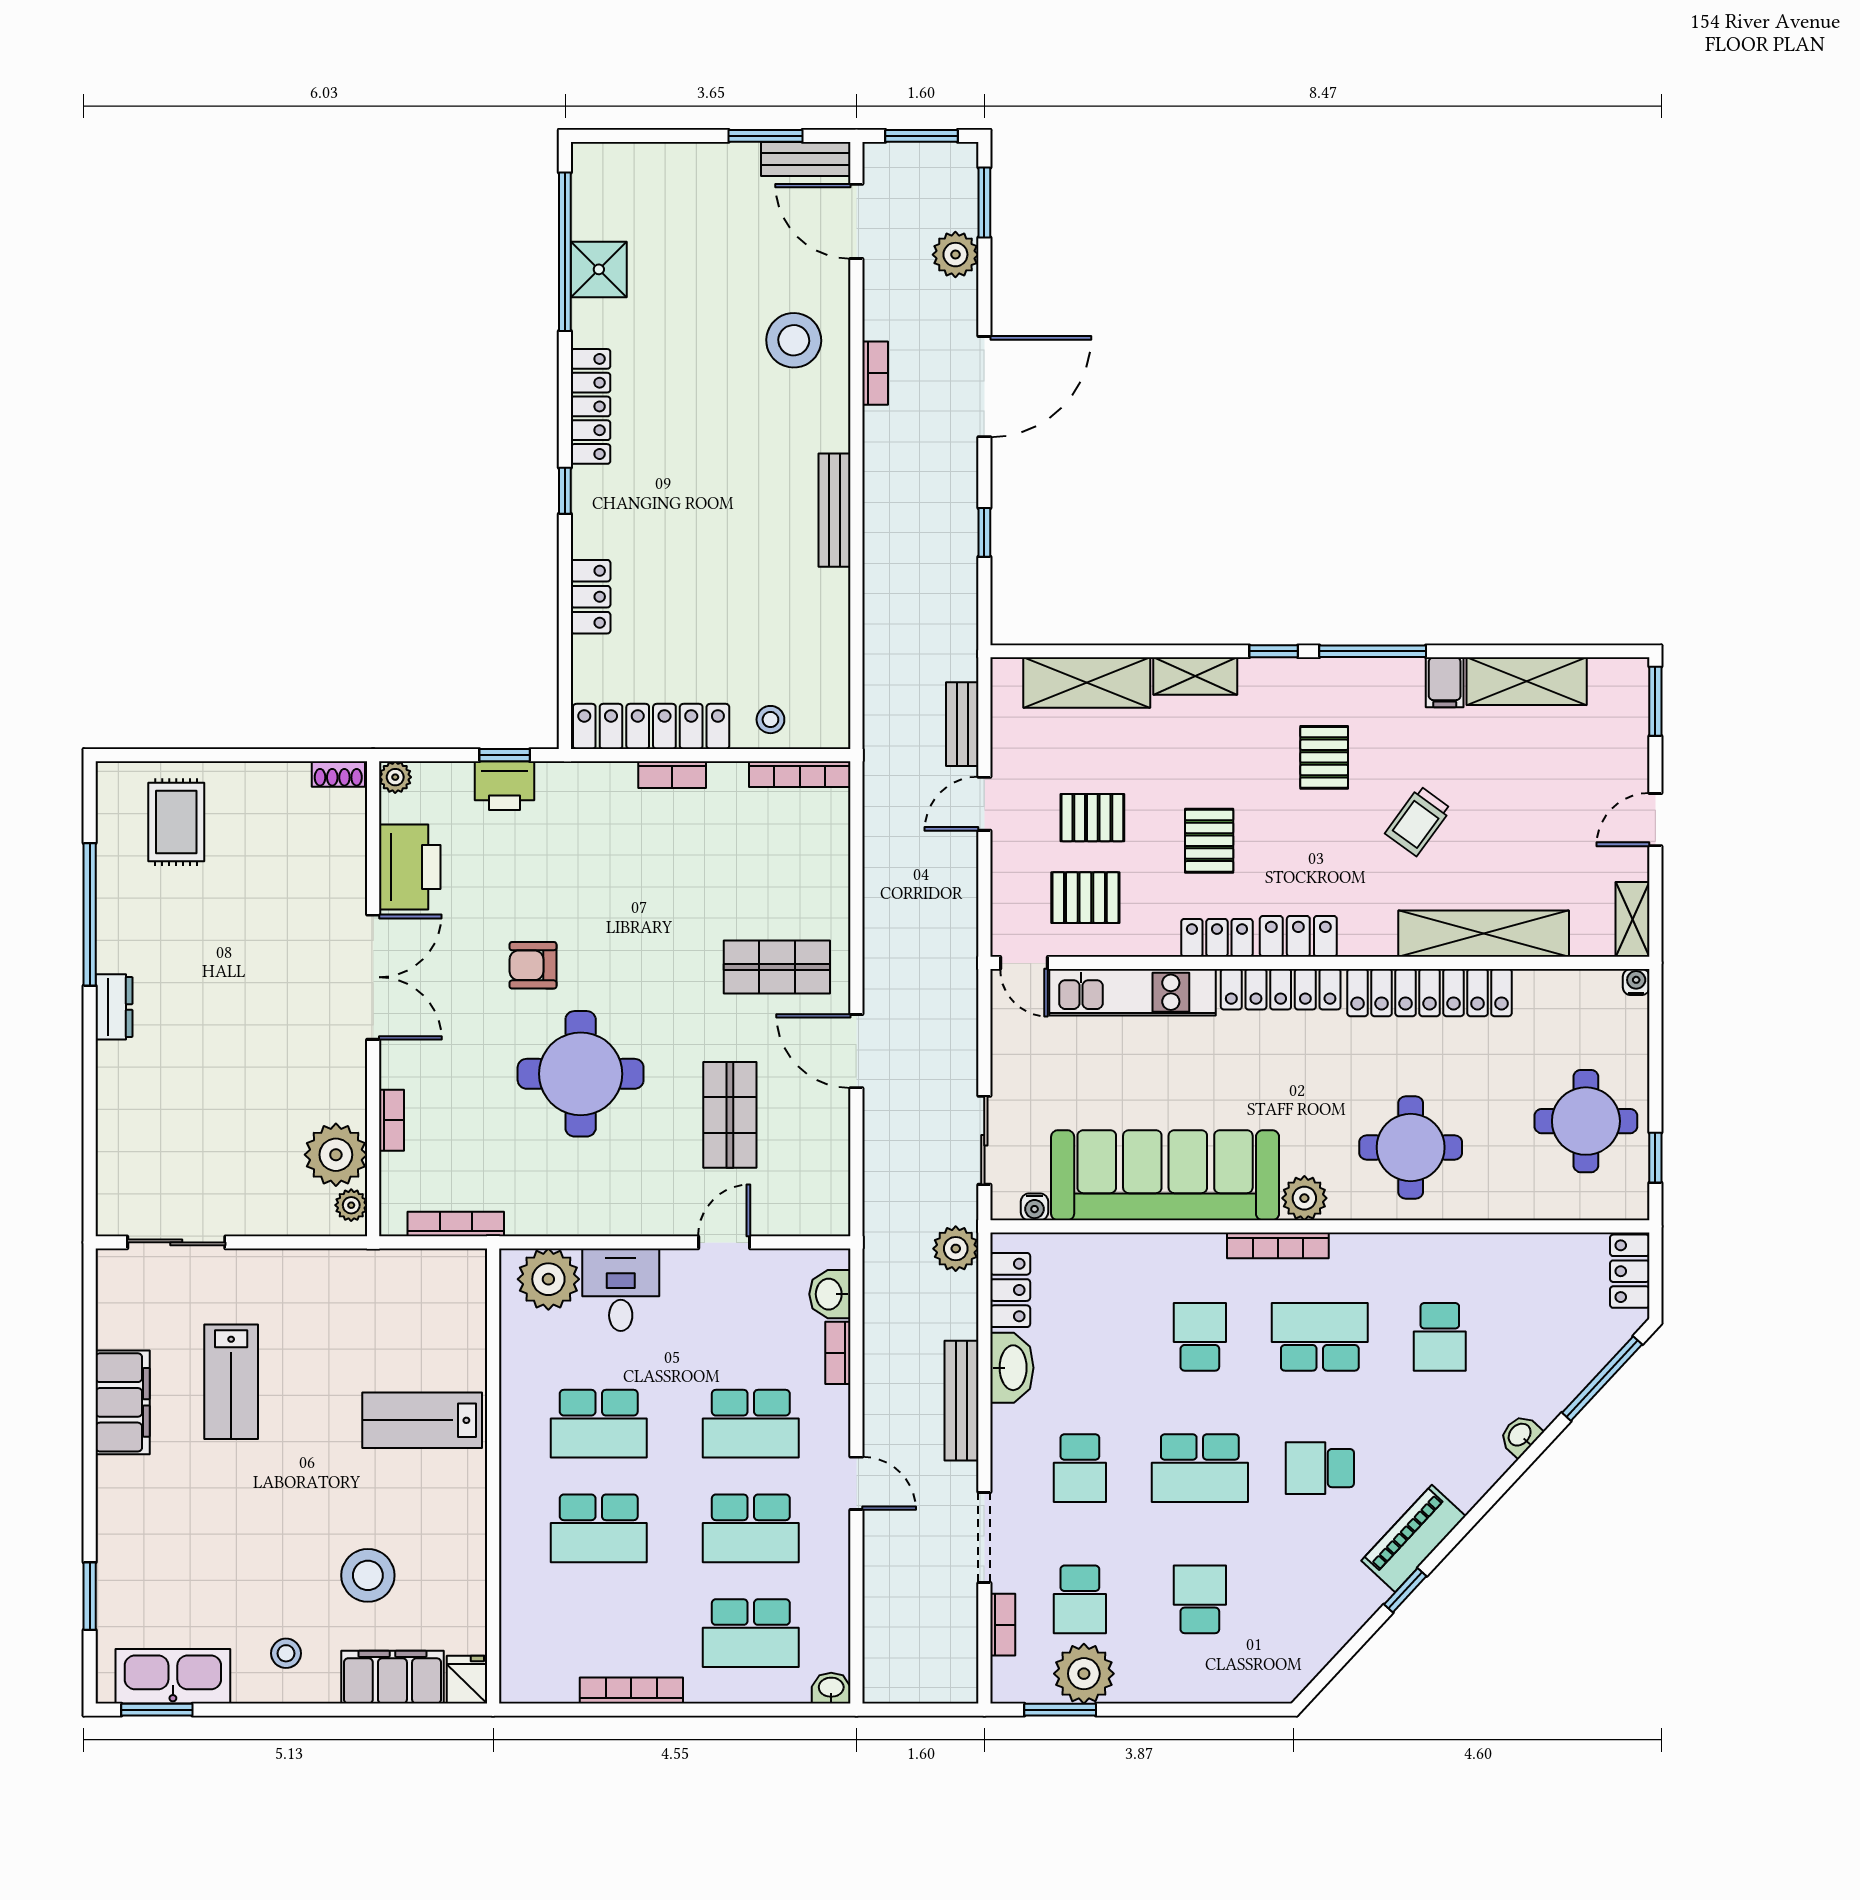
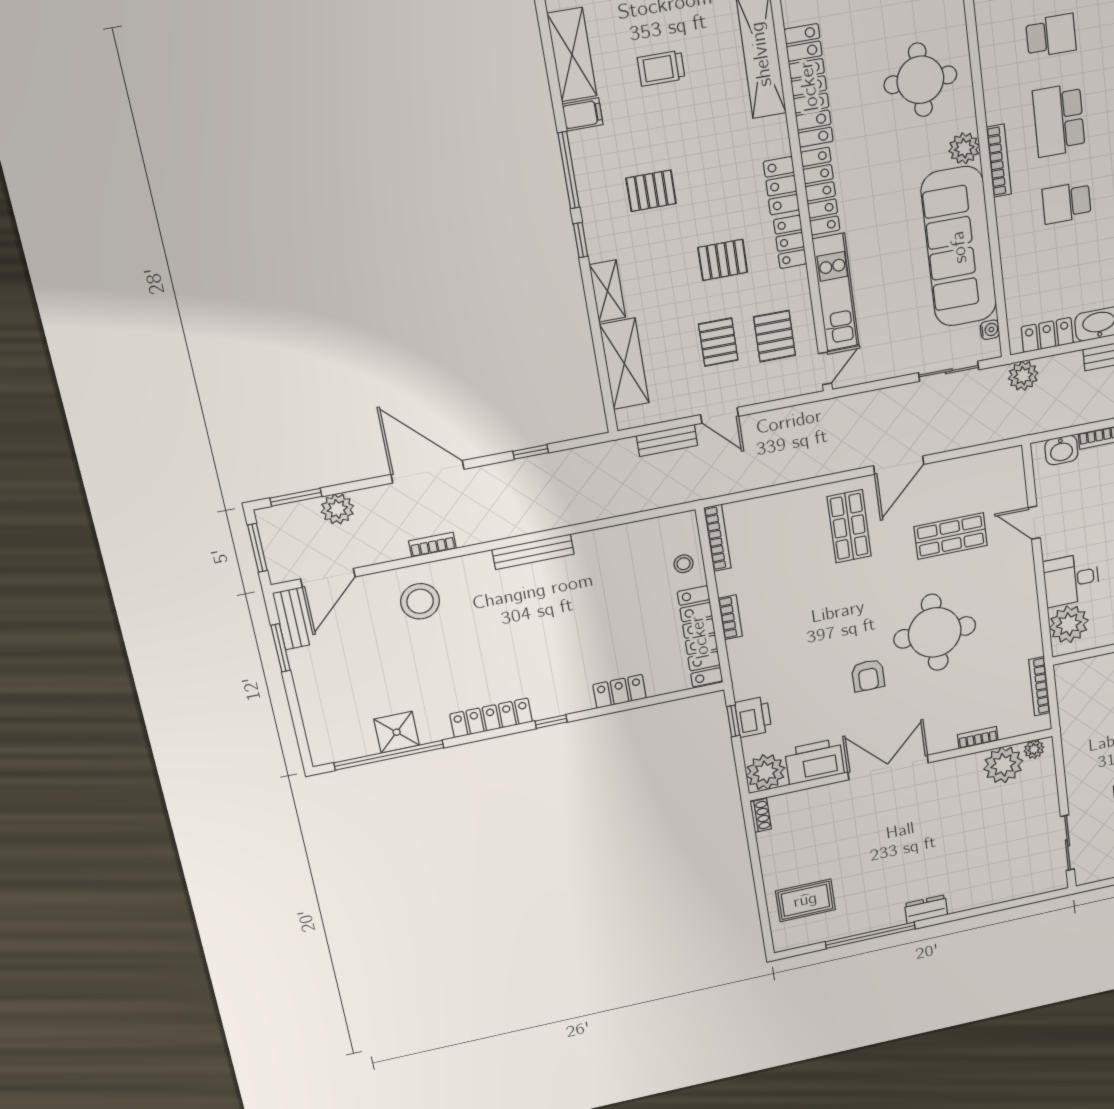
plant: (395, 777) -> (766, 772), width x1.87, depth x1.87
trolley: (1418, 821) -> (661, 68), moved, turned 144

